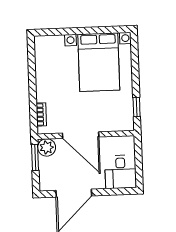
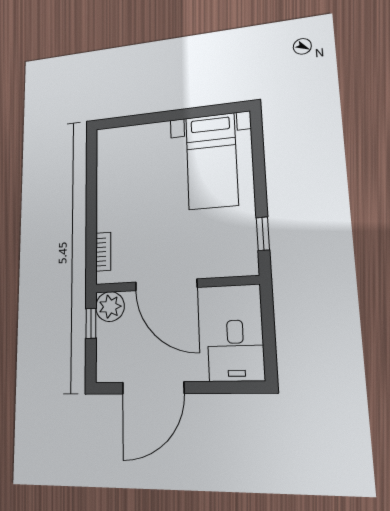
bed with nightstands: (99, 62) -> (212, 161), width x0.73
window: (35, 157) -> (91, 323), width x0.67

